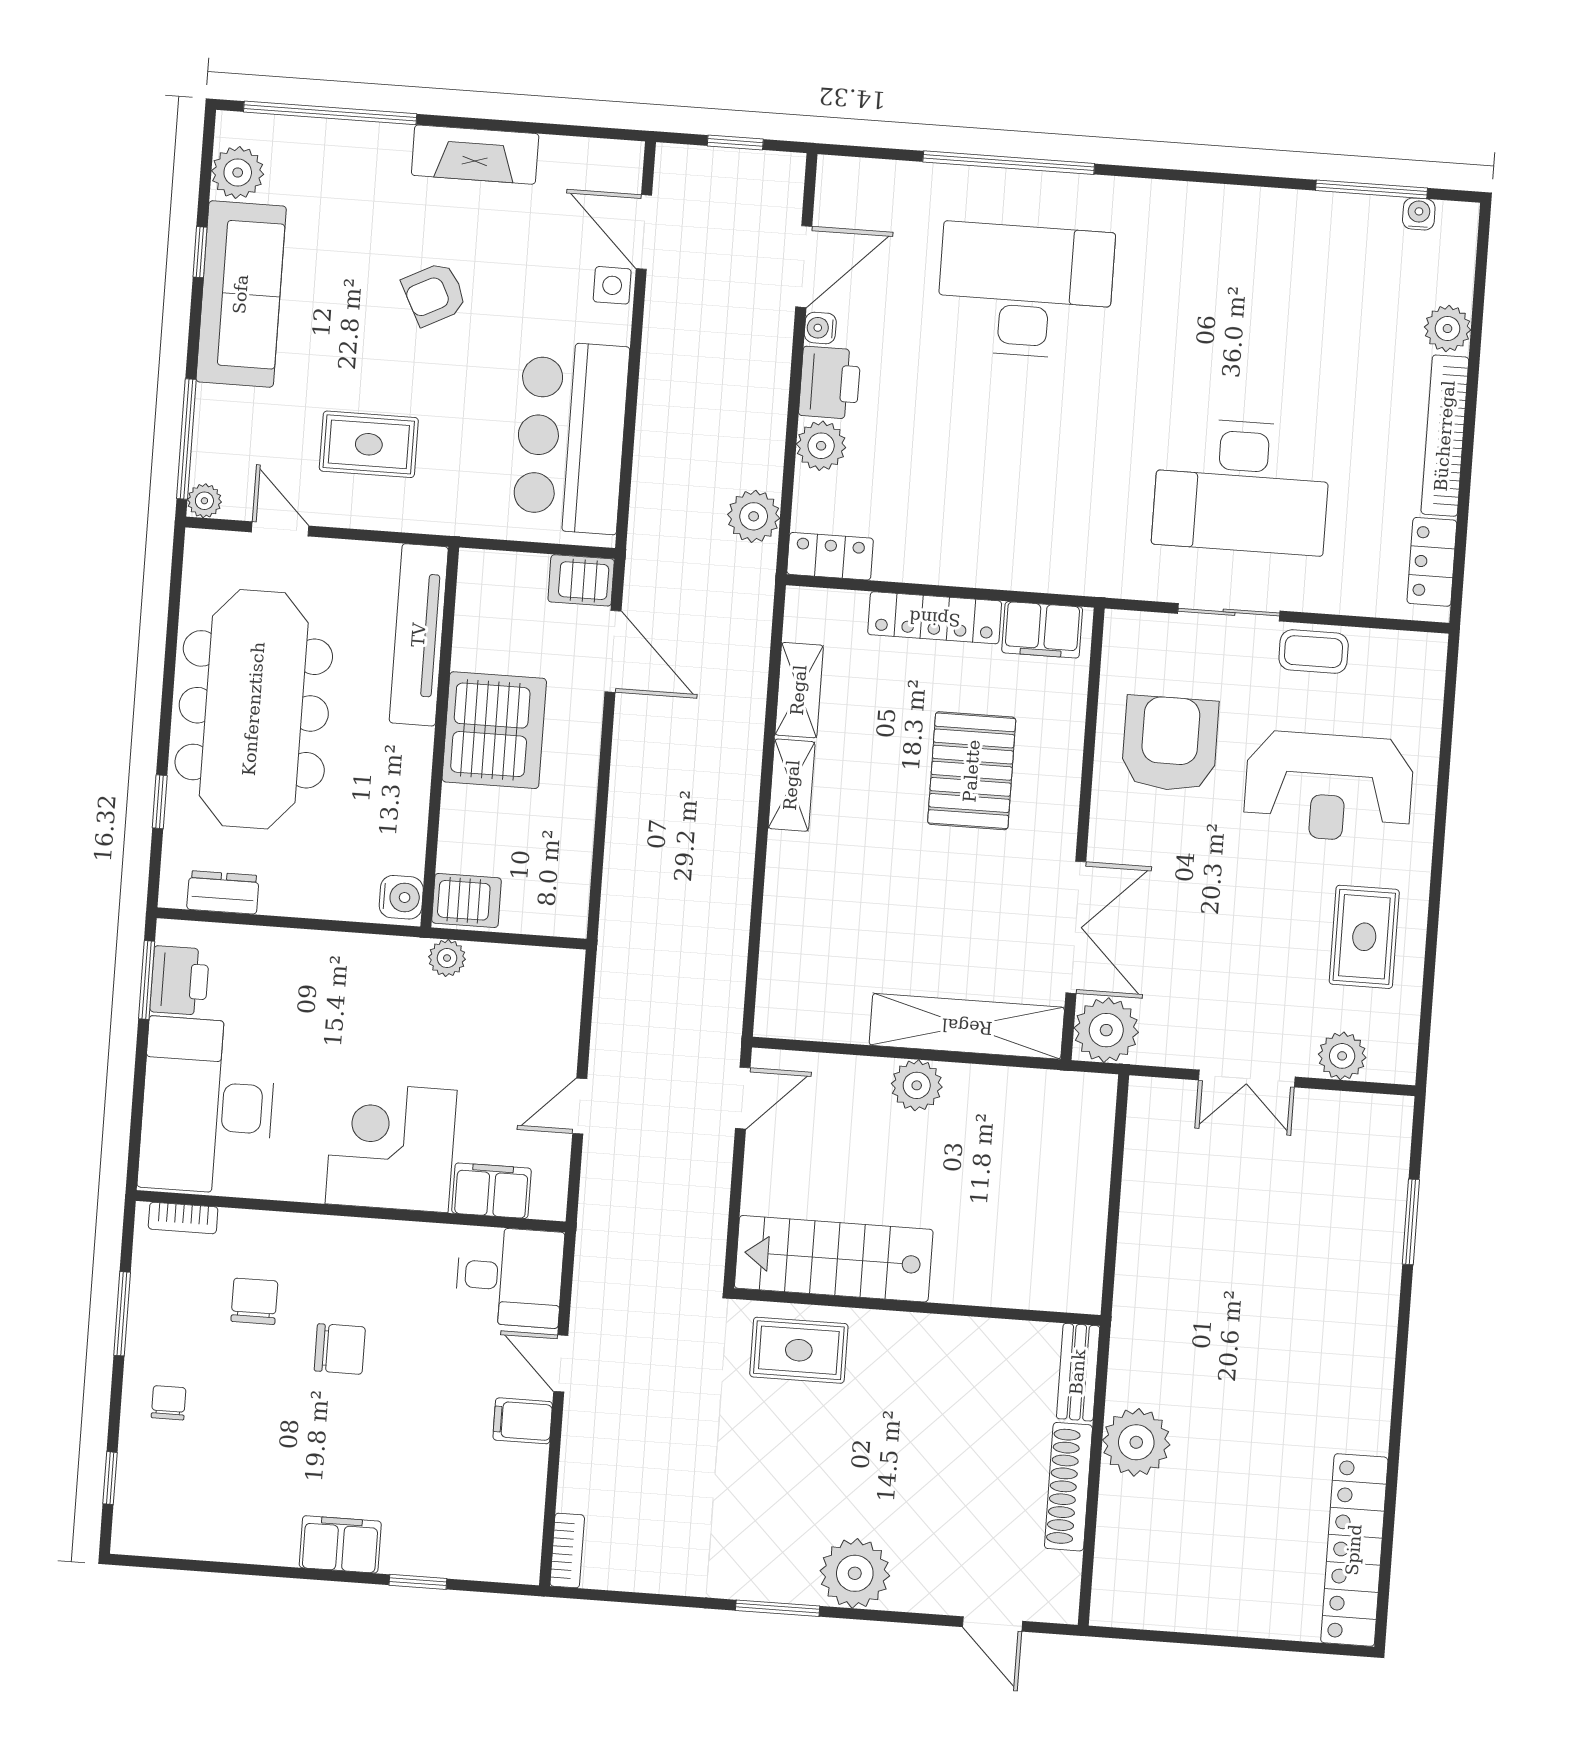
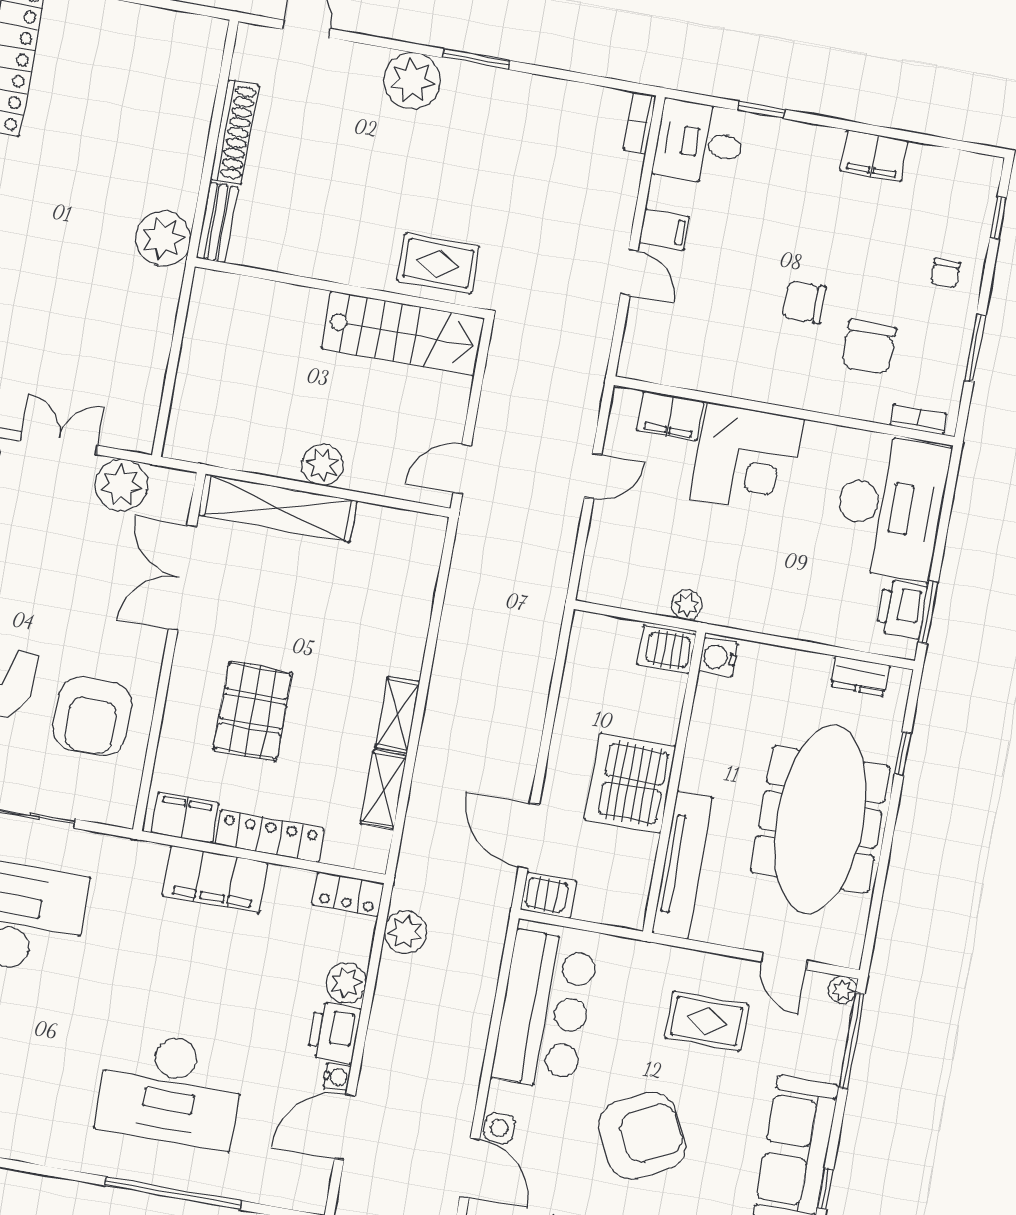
armchair: (434, 294) -> (642, 1136), width x1.88, depth x1.88
filing cabinet: (997, 558) -> (215, 879), added
plant: (1106, 1030) -> (121, 485), moved
desk: (509, 1277) -> (699, 143), moved
chair: (254, 1301) -> (869, 347), width x1.37, depth x1.37
plant: (1136, 1442) -> (163, 238), moved
filing cabinet: (340, 1544) -> (874, 156), moved

